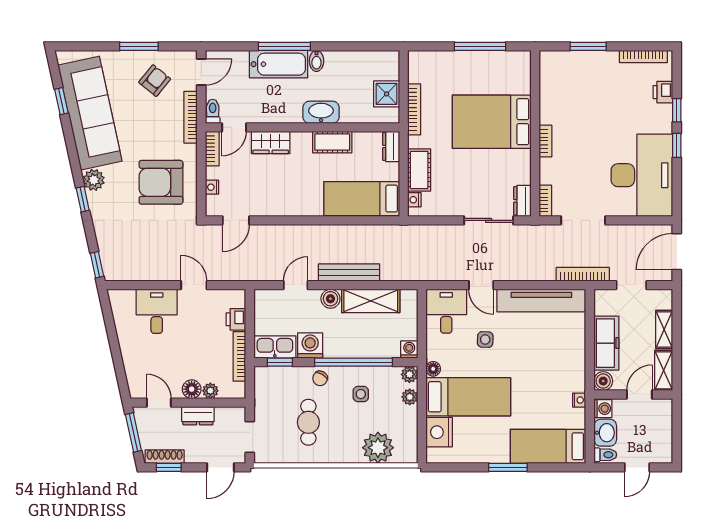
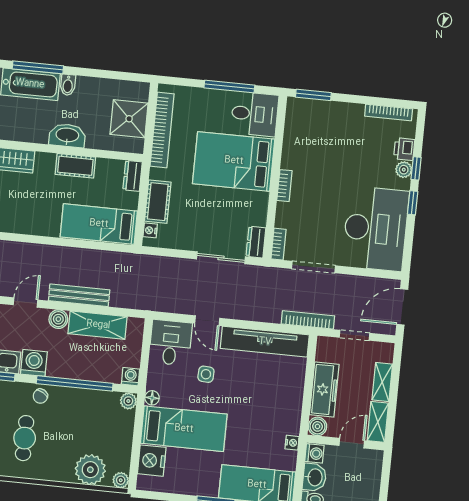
window: (588, 46) -> (313, 95), moved
desk: (508, 72) -> (255, 114), added
shower: (387, 94) -> (129, 119), width x1.36, depth x1.36
bookcase: (414, 109) -> (162, 130), width x1.48, depth x1.31
plant: (664, 113) -> (404, 170), added
side table: (361, 394) -> (79, 415), removed
plant: (410, 397) -> (121, 480), moved

